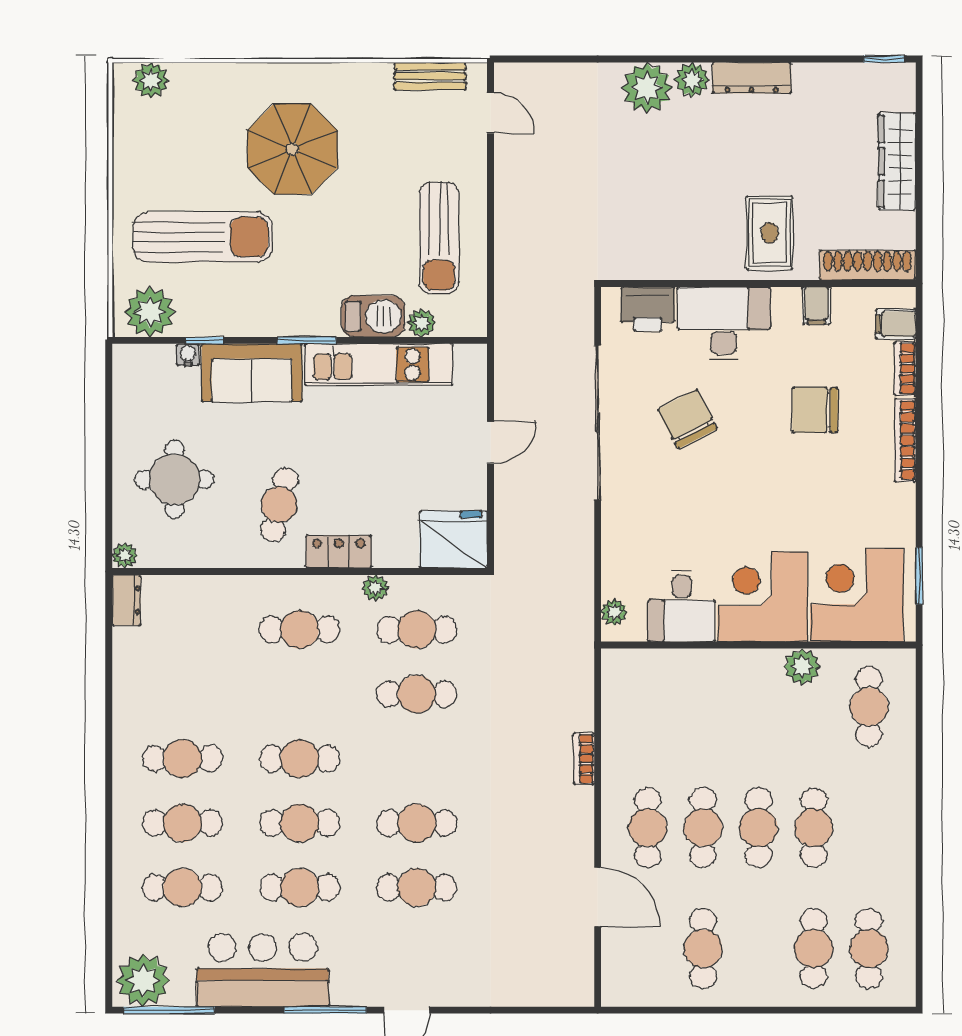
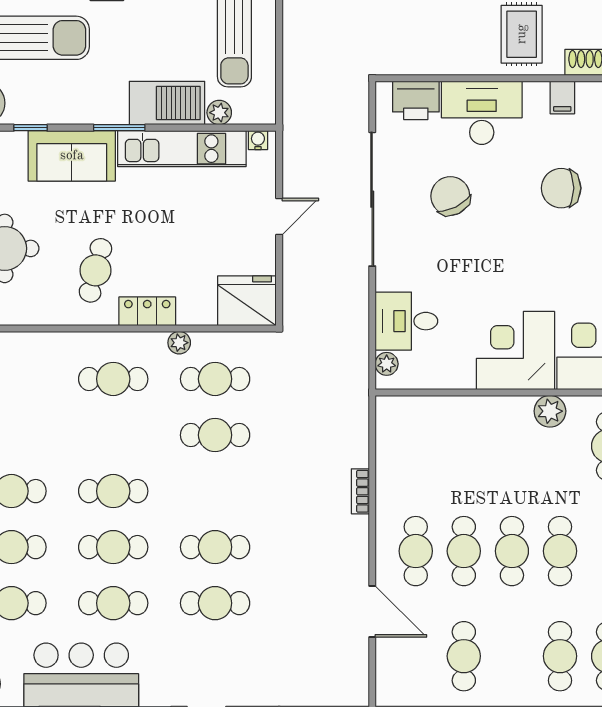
barbecue: (373, 316) -> (167, 103), width x1.37, depth x1.21
water cooler: (188, 355) -> (258, 140), moved
desk: (682, 606) -> (406, 321), moved, turned 90

